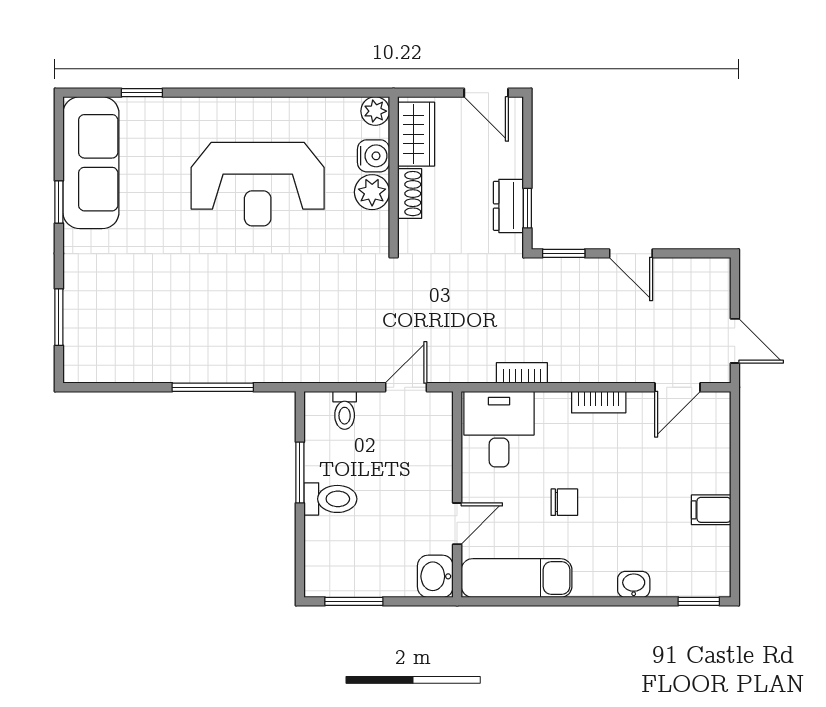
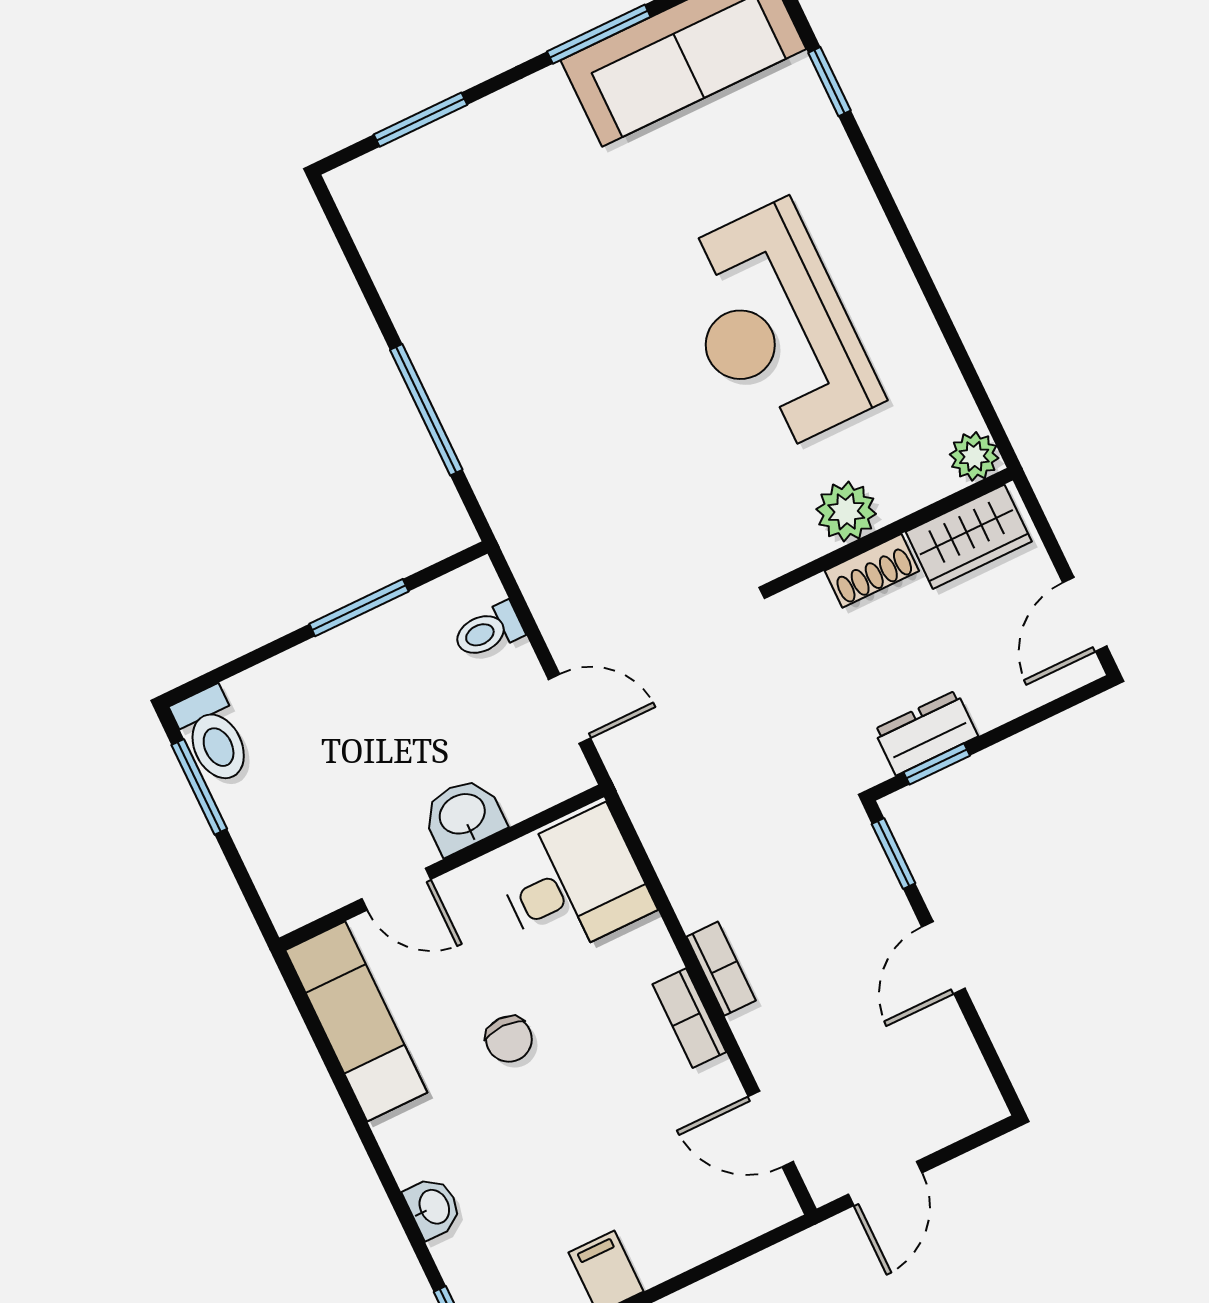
water cooler: (373, 156) -> (903, 487), removed
window: (59, 202) -> (599, 34), width x1.50
bookcase: (522, 373) -> (721, 969), moved
toilet: (330, 499) -> (213, 736), moved
washbasin: (435, 576) -> (463, 815), moved

